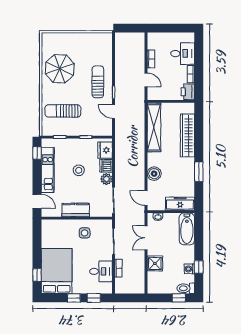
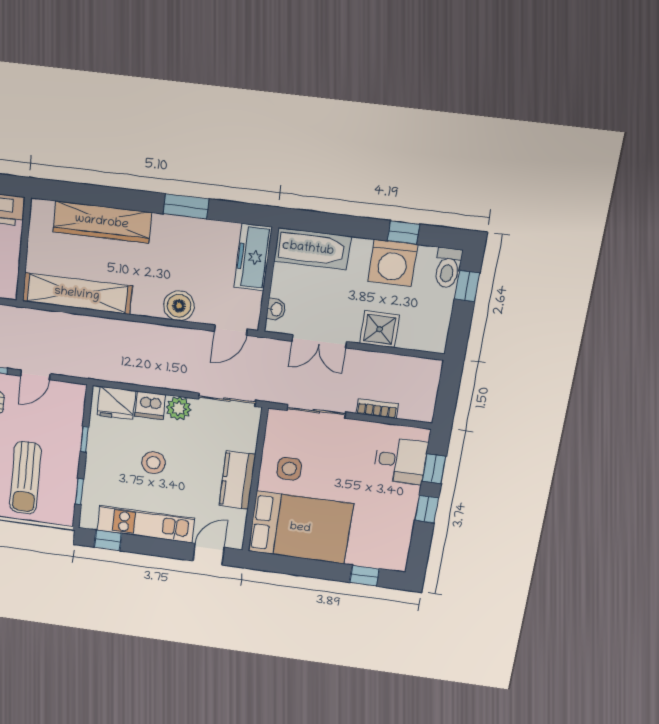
washing machine: (189, 269) -> (393, 263), width x1.89, depth x1.89
bed: (57, 271) -> (300, 528), moved, turned 180
desk: (101, 271) -> (400, 460), moved, turned 90

